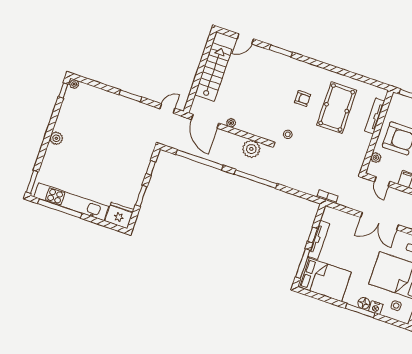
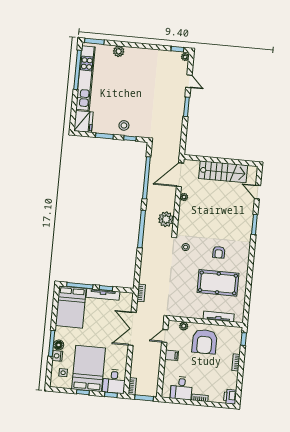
door: (167, 108) -> (189, 81), moved
plant: (56, 138) -> (119, 51), moved
stool: (135, 171) -> (124, 125), added
double door: (379, 221) -> (132, 329), moved

